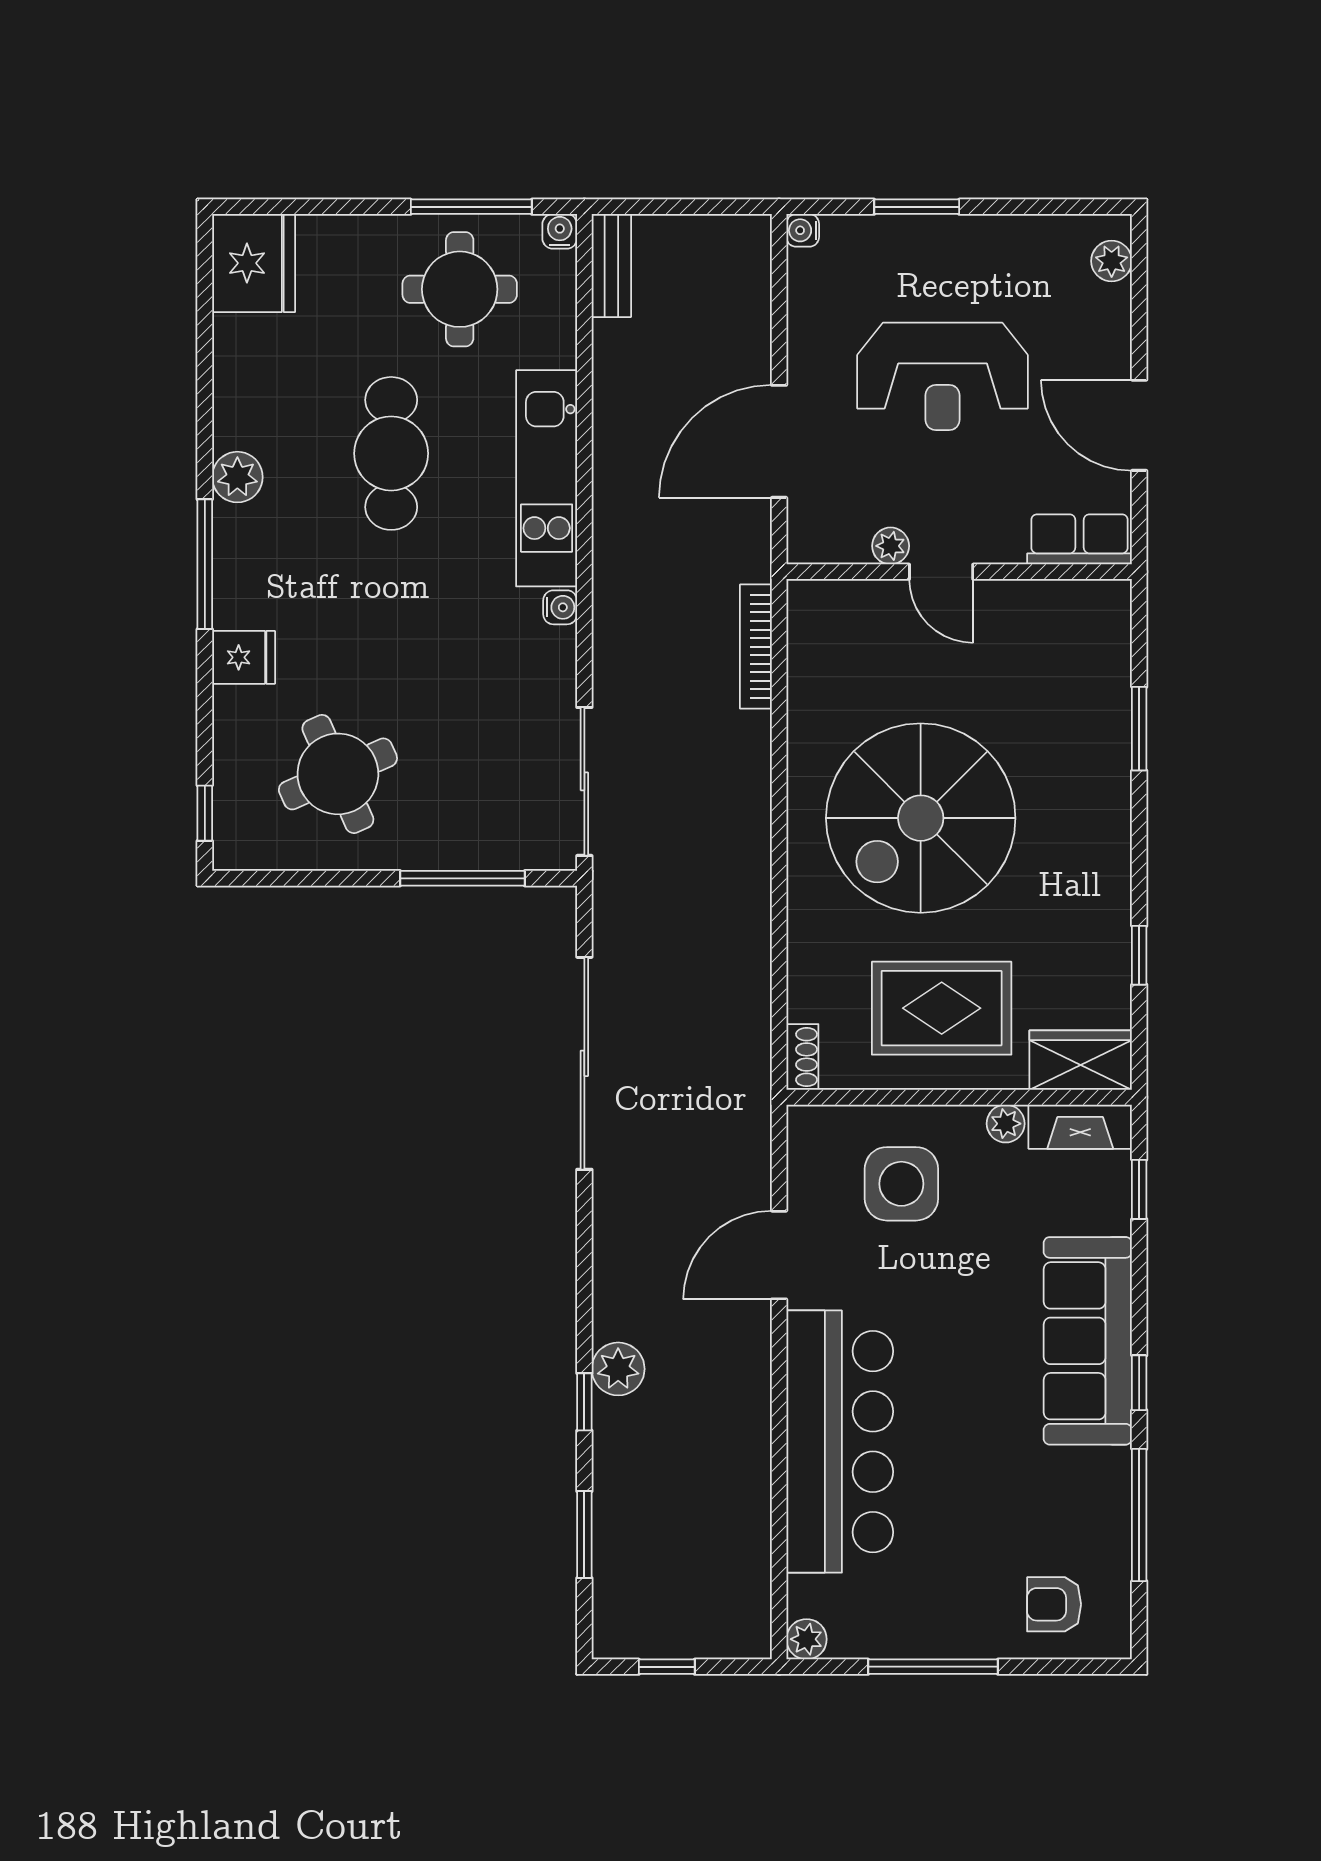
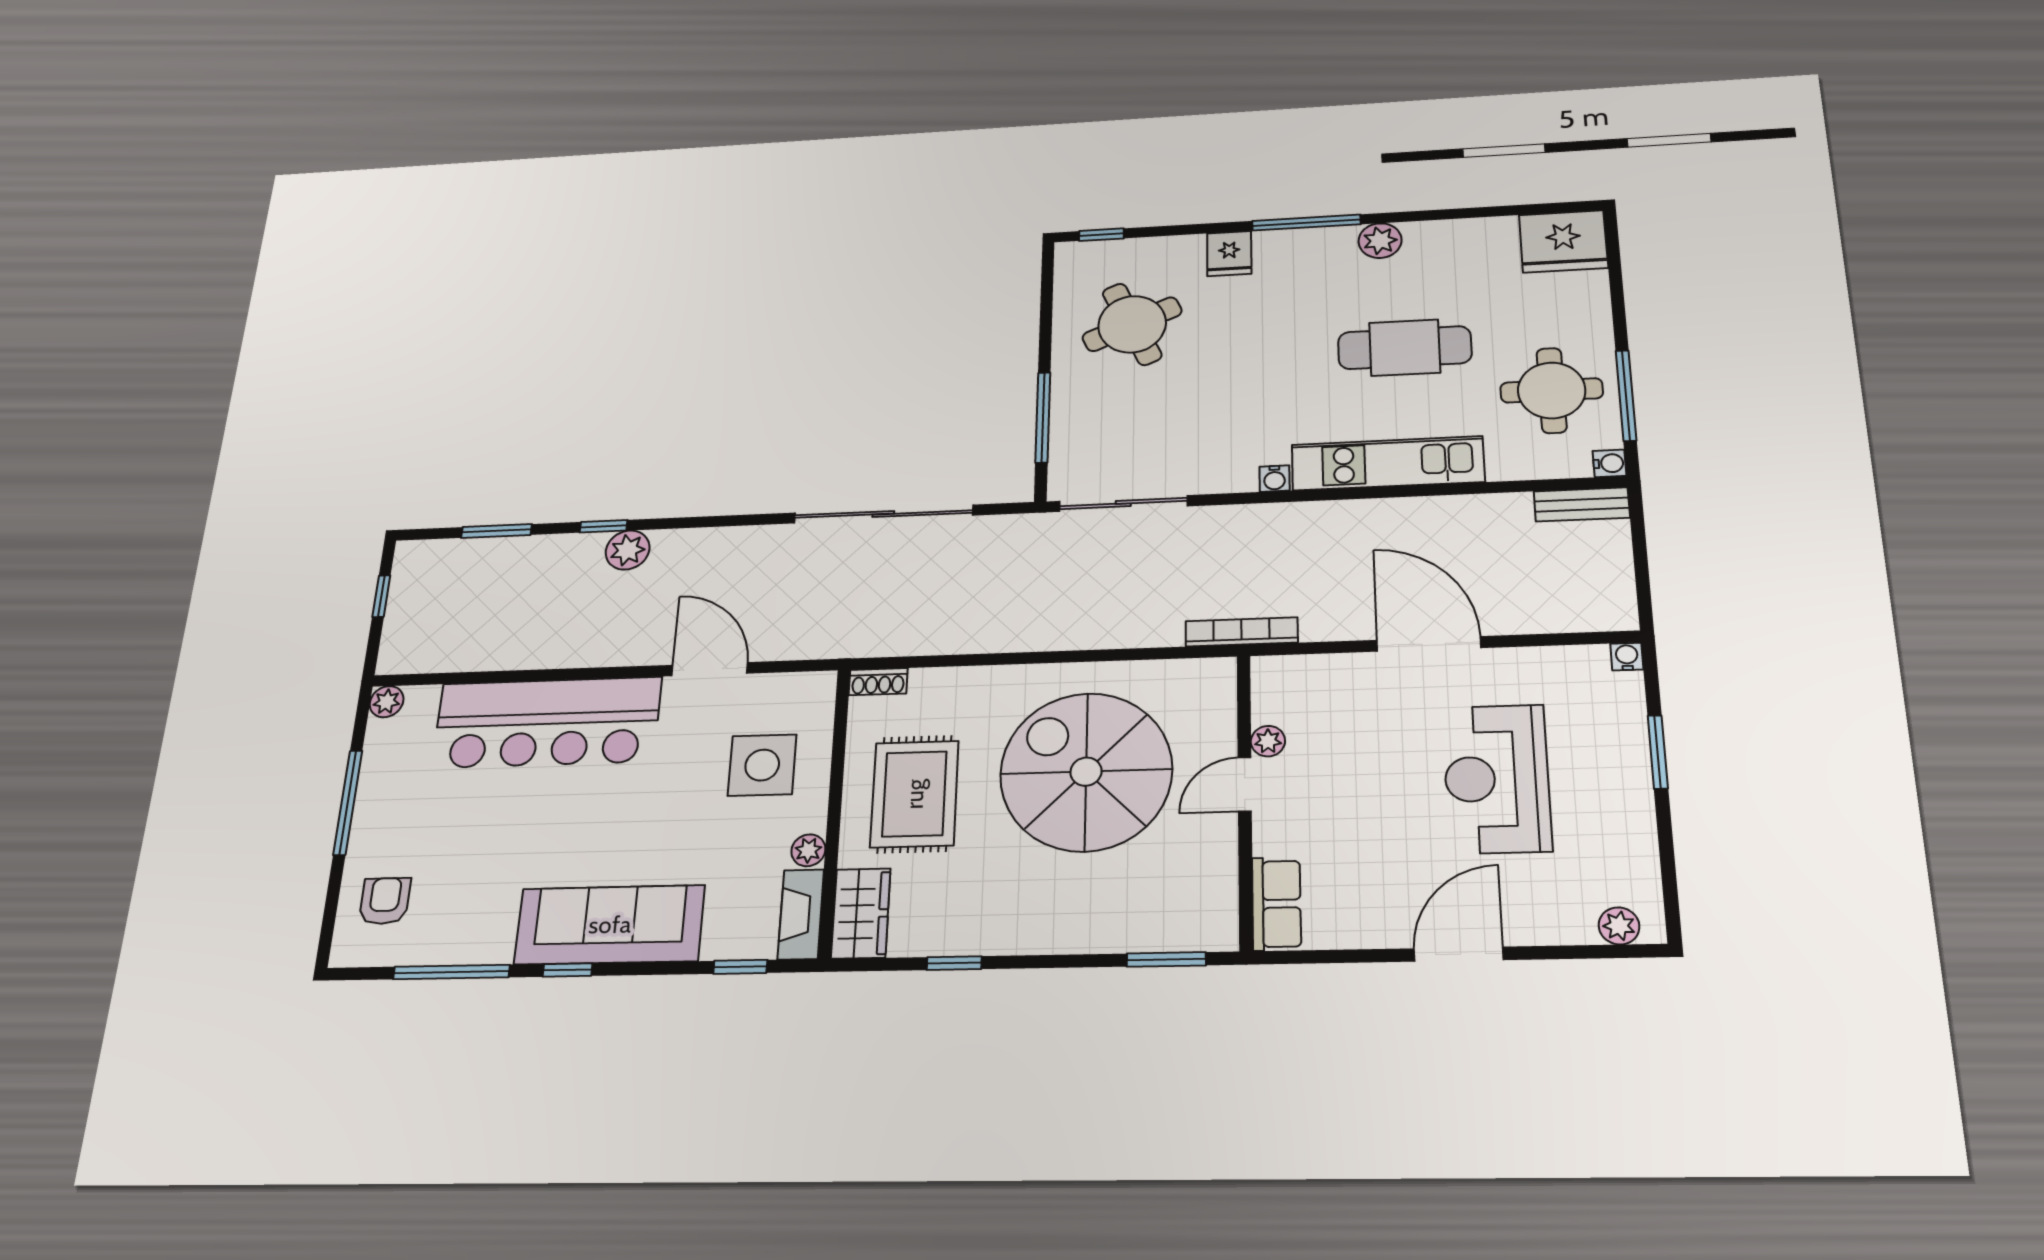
row of seats: (1080, 539) -> (1276, 904), moved
plant: (891, 546) -> (1268, 741), moved
door: (941, 572) -> (1245, 784), moved
wall: (959, 572) -> (1245, 800), moved

